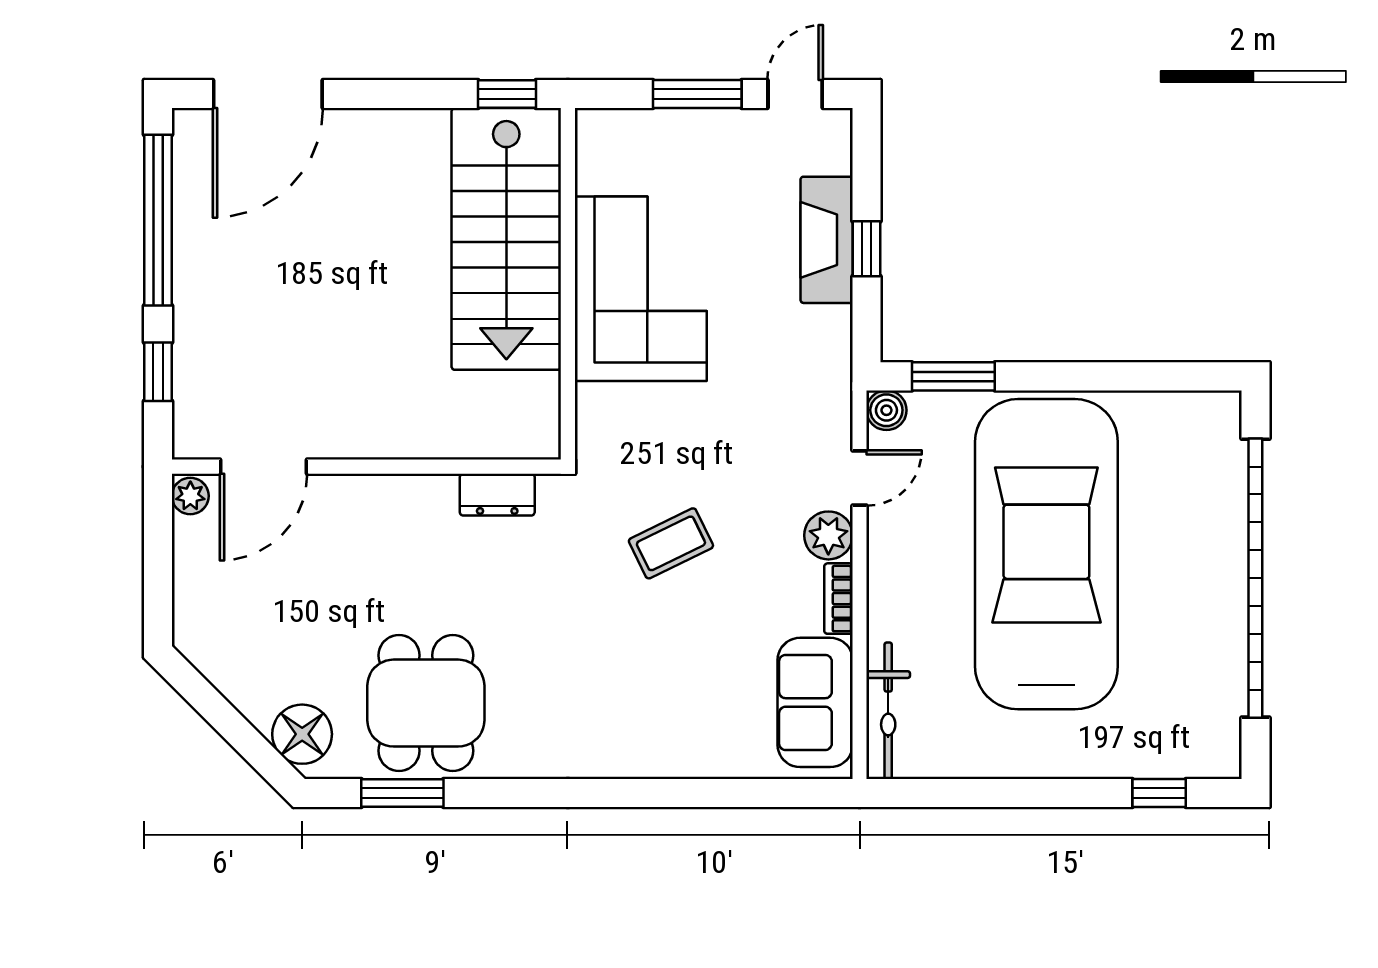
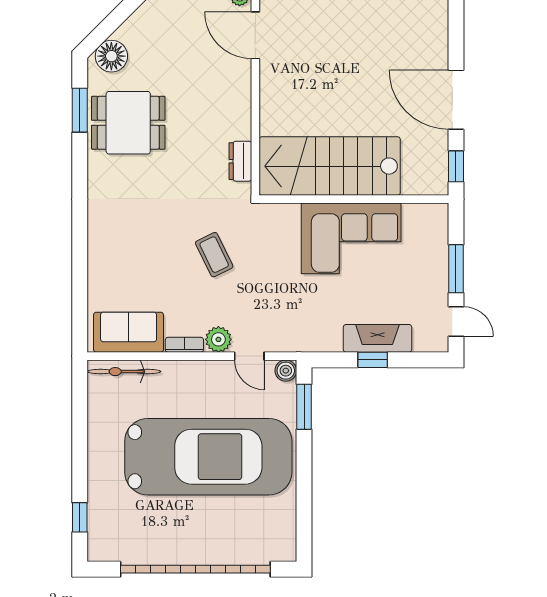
door: (268, 94) -> (456, 100), moved
stairs: (506, 239) -> (330, 166), moved

